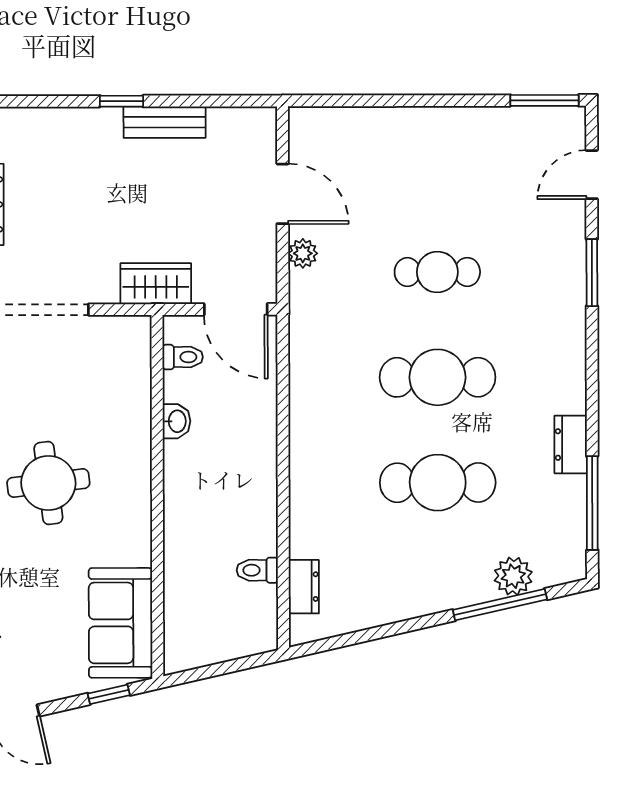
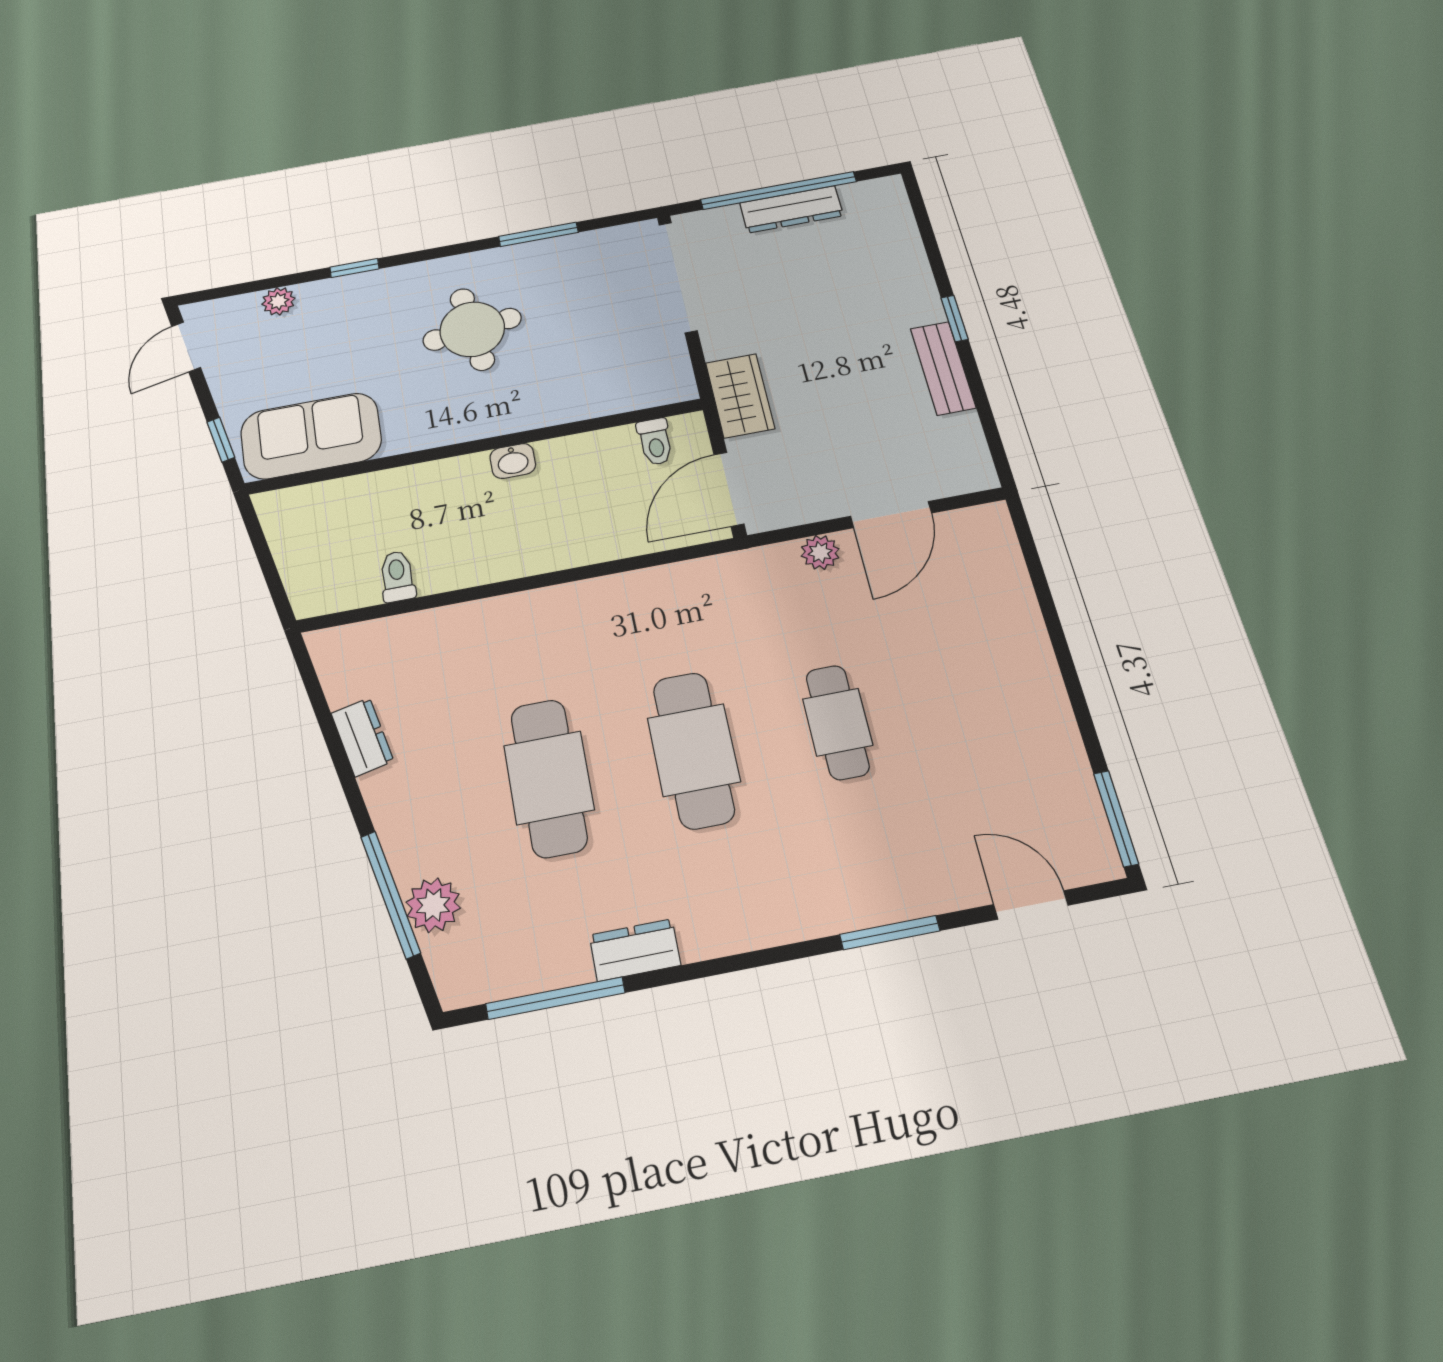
washbasin: (176, 421) -> (513, 461), moved
dresser: (304, 587) -> (362, 737), moved, turned -103

